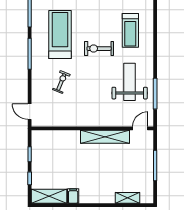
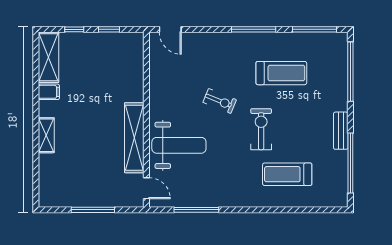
treadmill: (60, 34) -> (281, 73), width x0.73, depth x0.73
exercise bike: (61, 82) -> (220, 101), moved
weight bench: (130, 82) -> (179, 145), moved
door: (30, 112) -> (170, 29), swing flipped
shelving: (127, 198) -> (46, 135), moved

